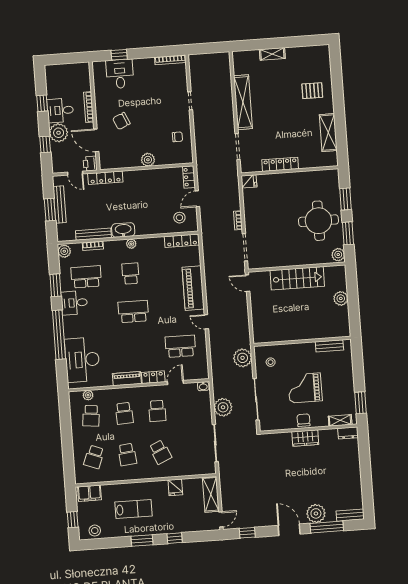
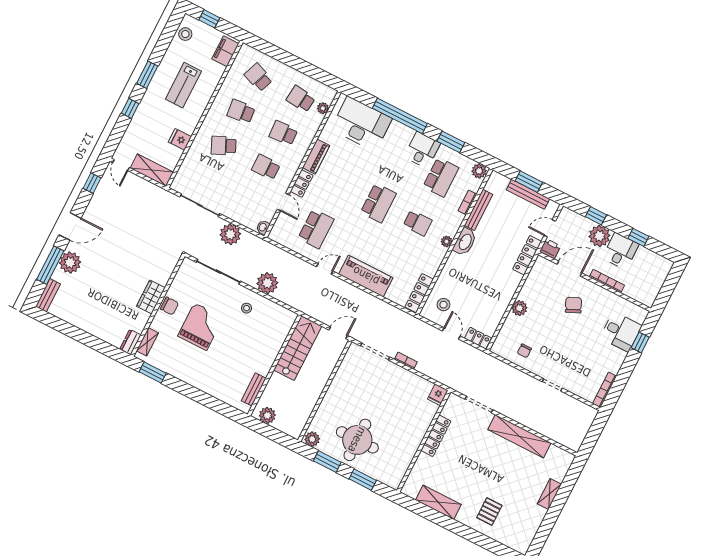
stairs: (297, 278) -> (298, 348), moved, turned 180
wall: (302, 341) -> (274, 365), moved
bench: (329, 346) -> (254, 389), moved

